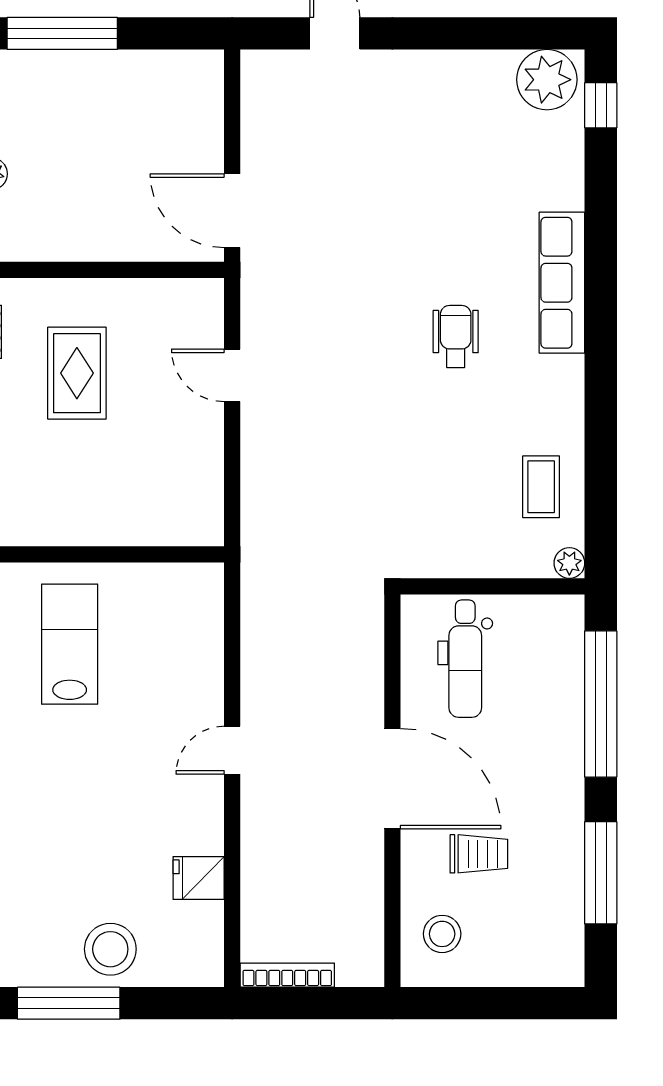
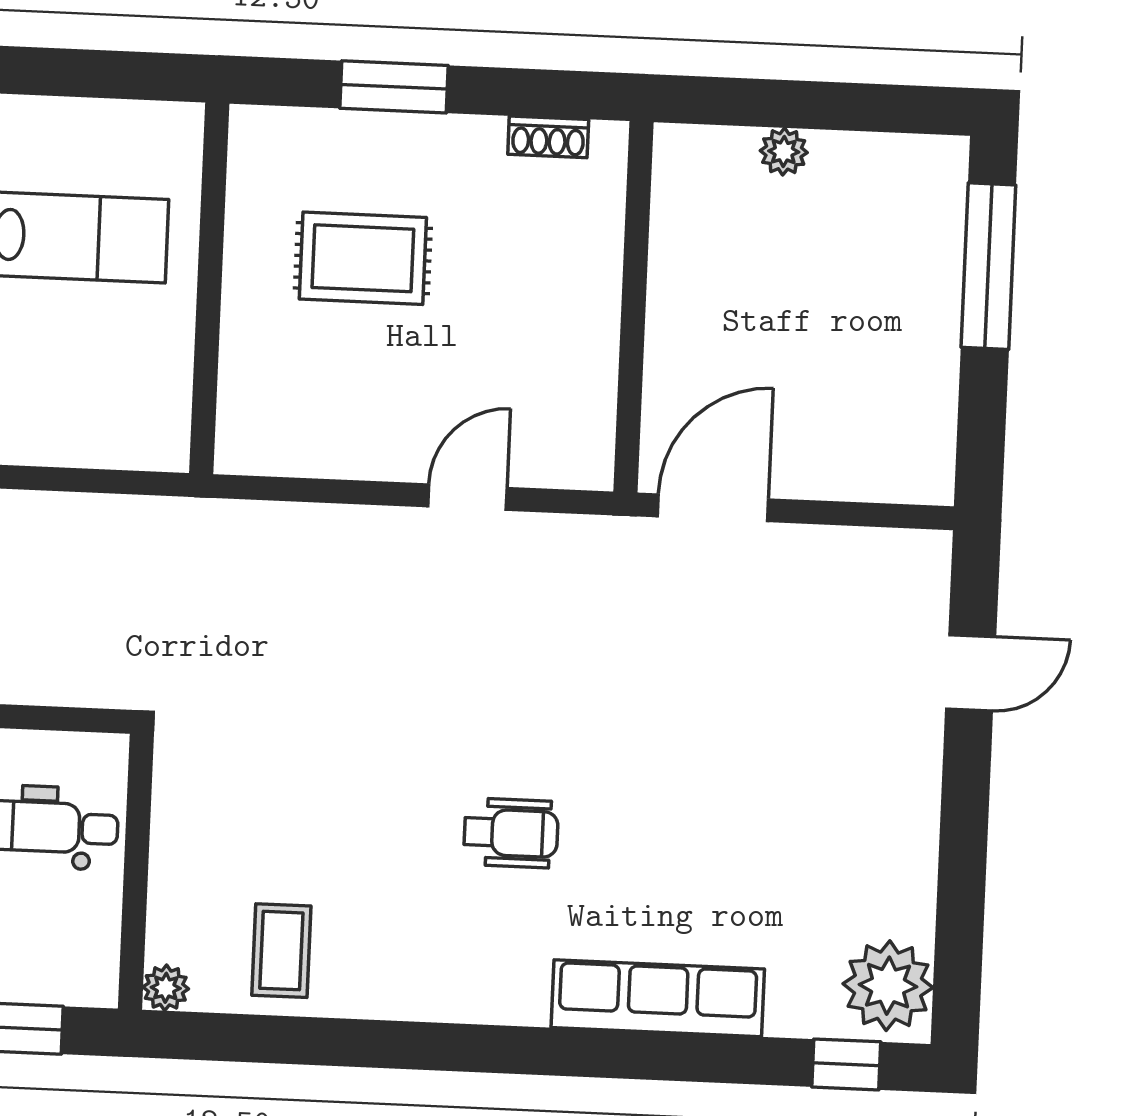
row of seats: (562, 283) -> (658, 998), moved
rug: (77, 373) -> (363, 258), moved
coffee table: (541, 487) -> (281, 951), turned 90

